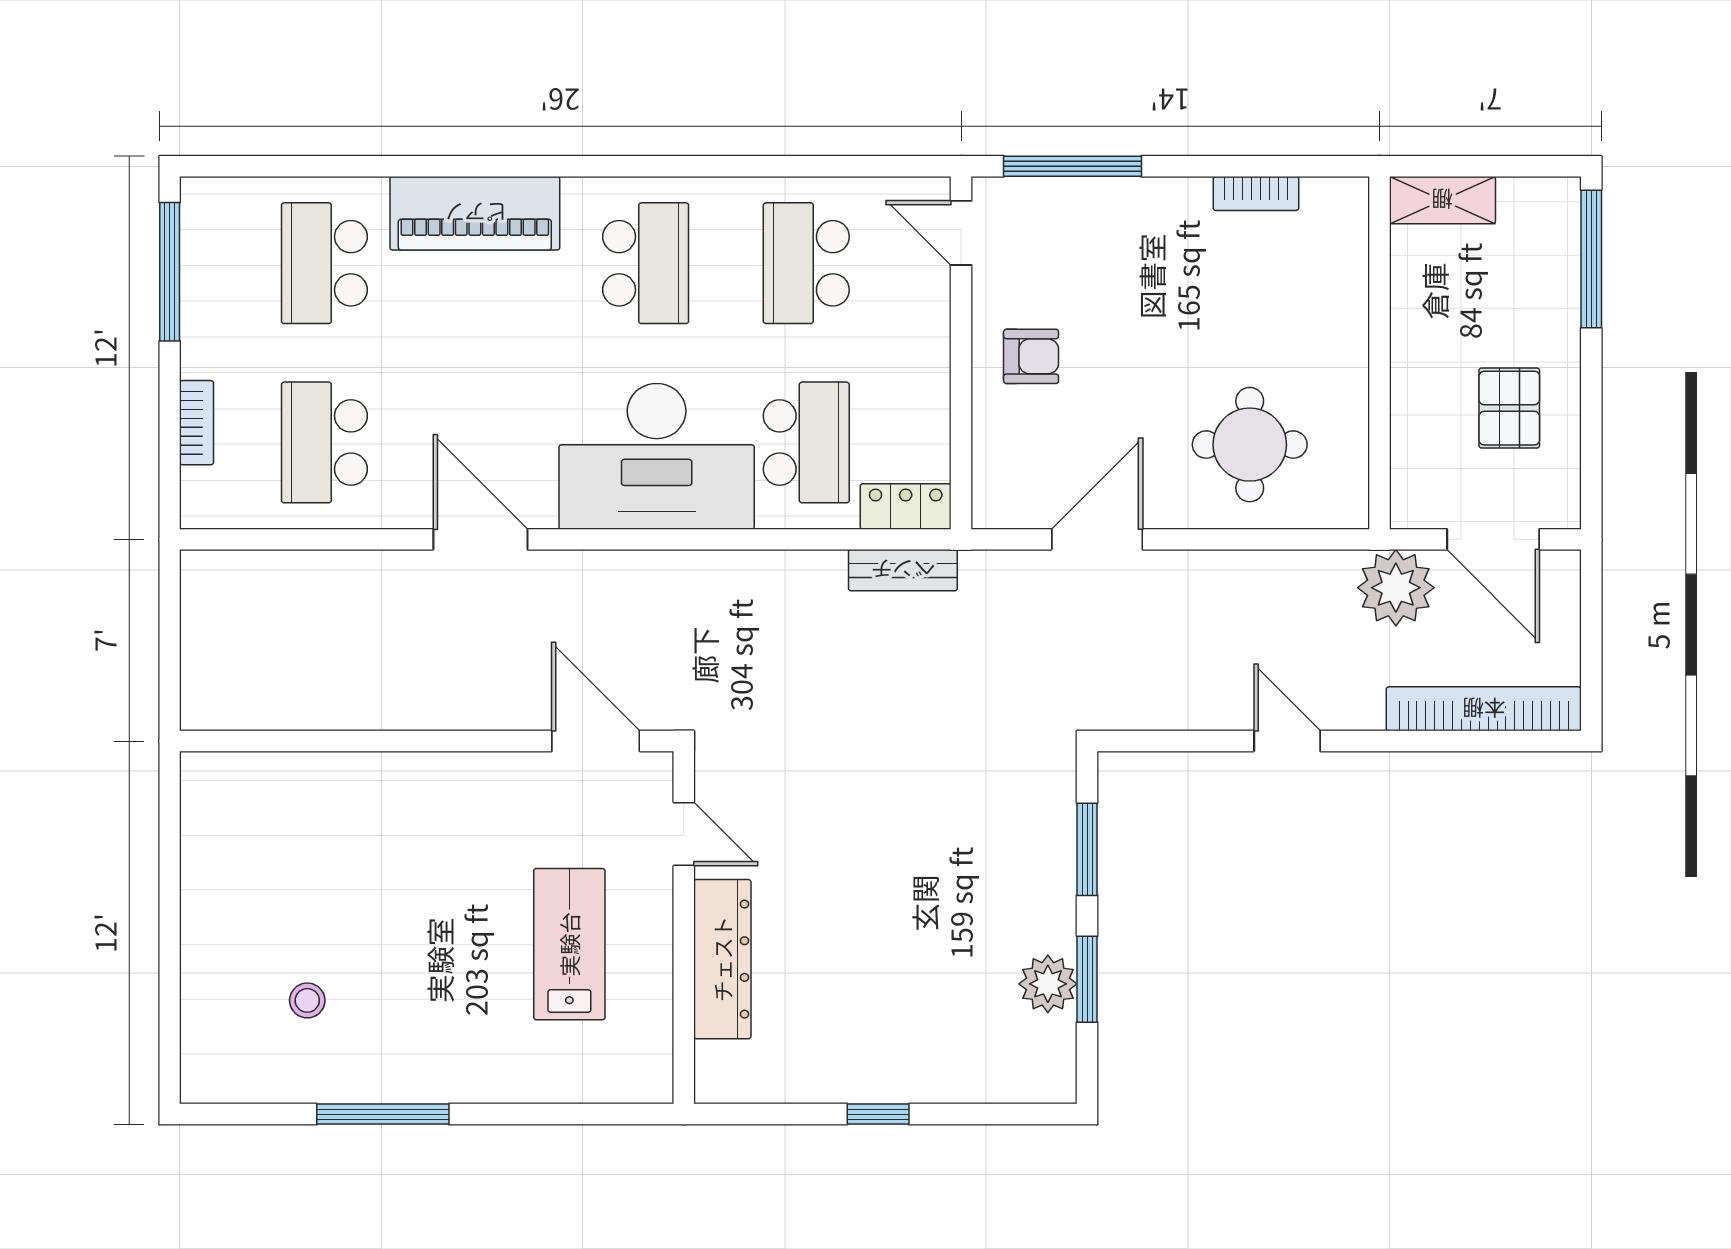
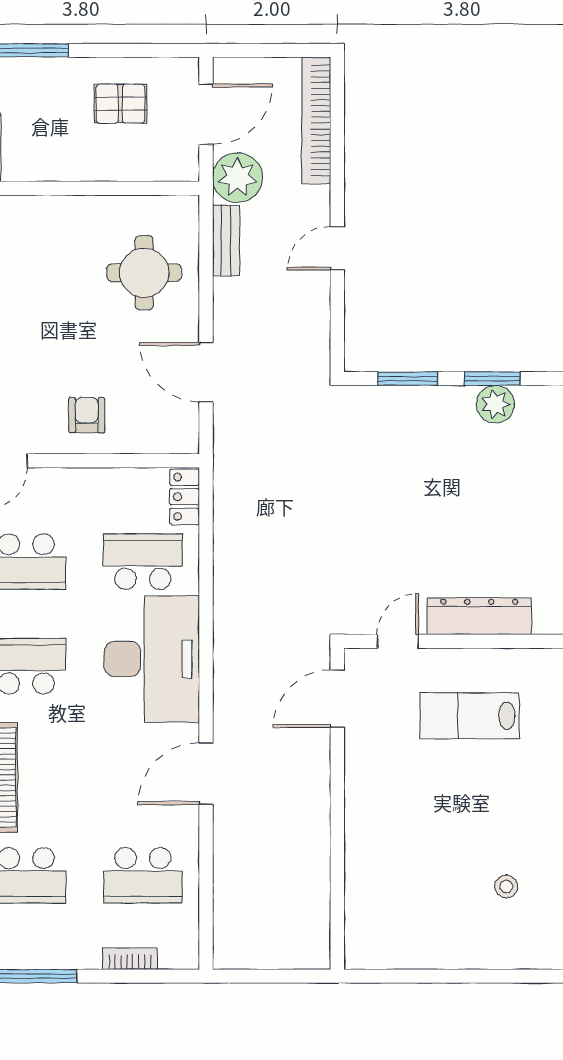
bench: (903, 570) -> (226, 241), moved

